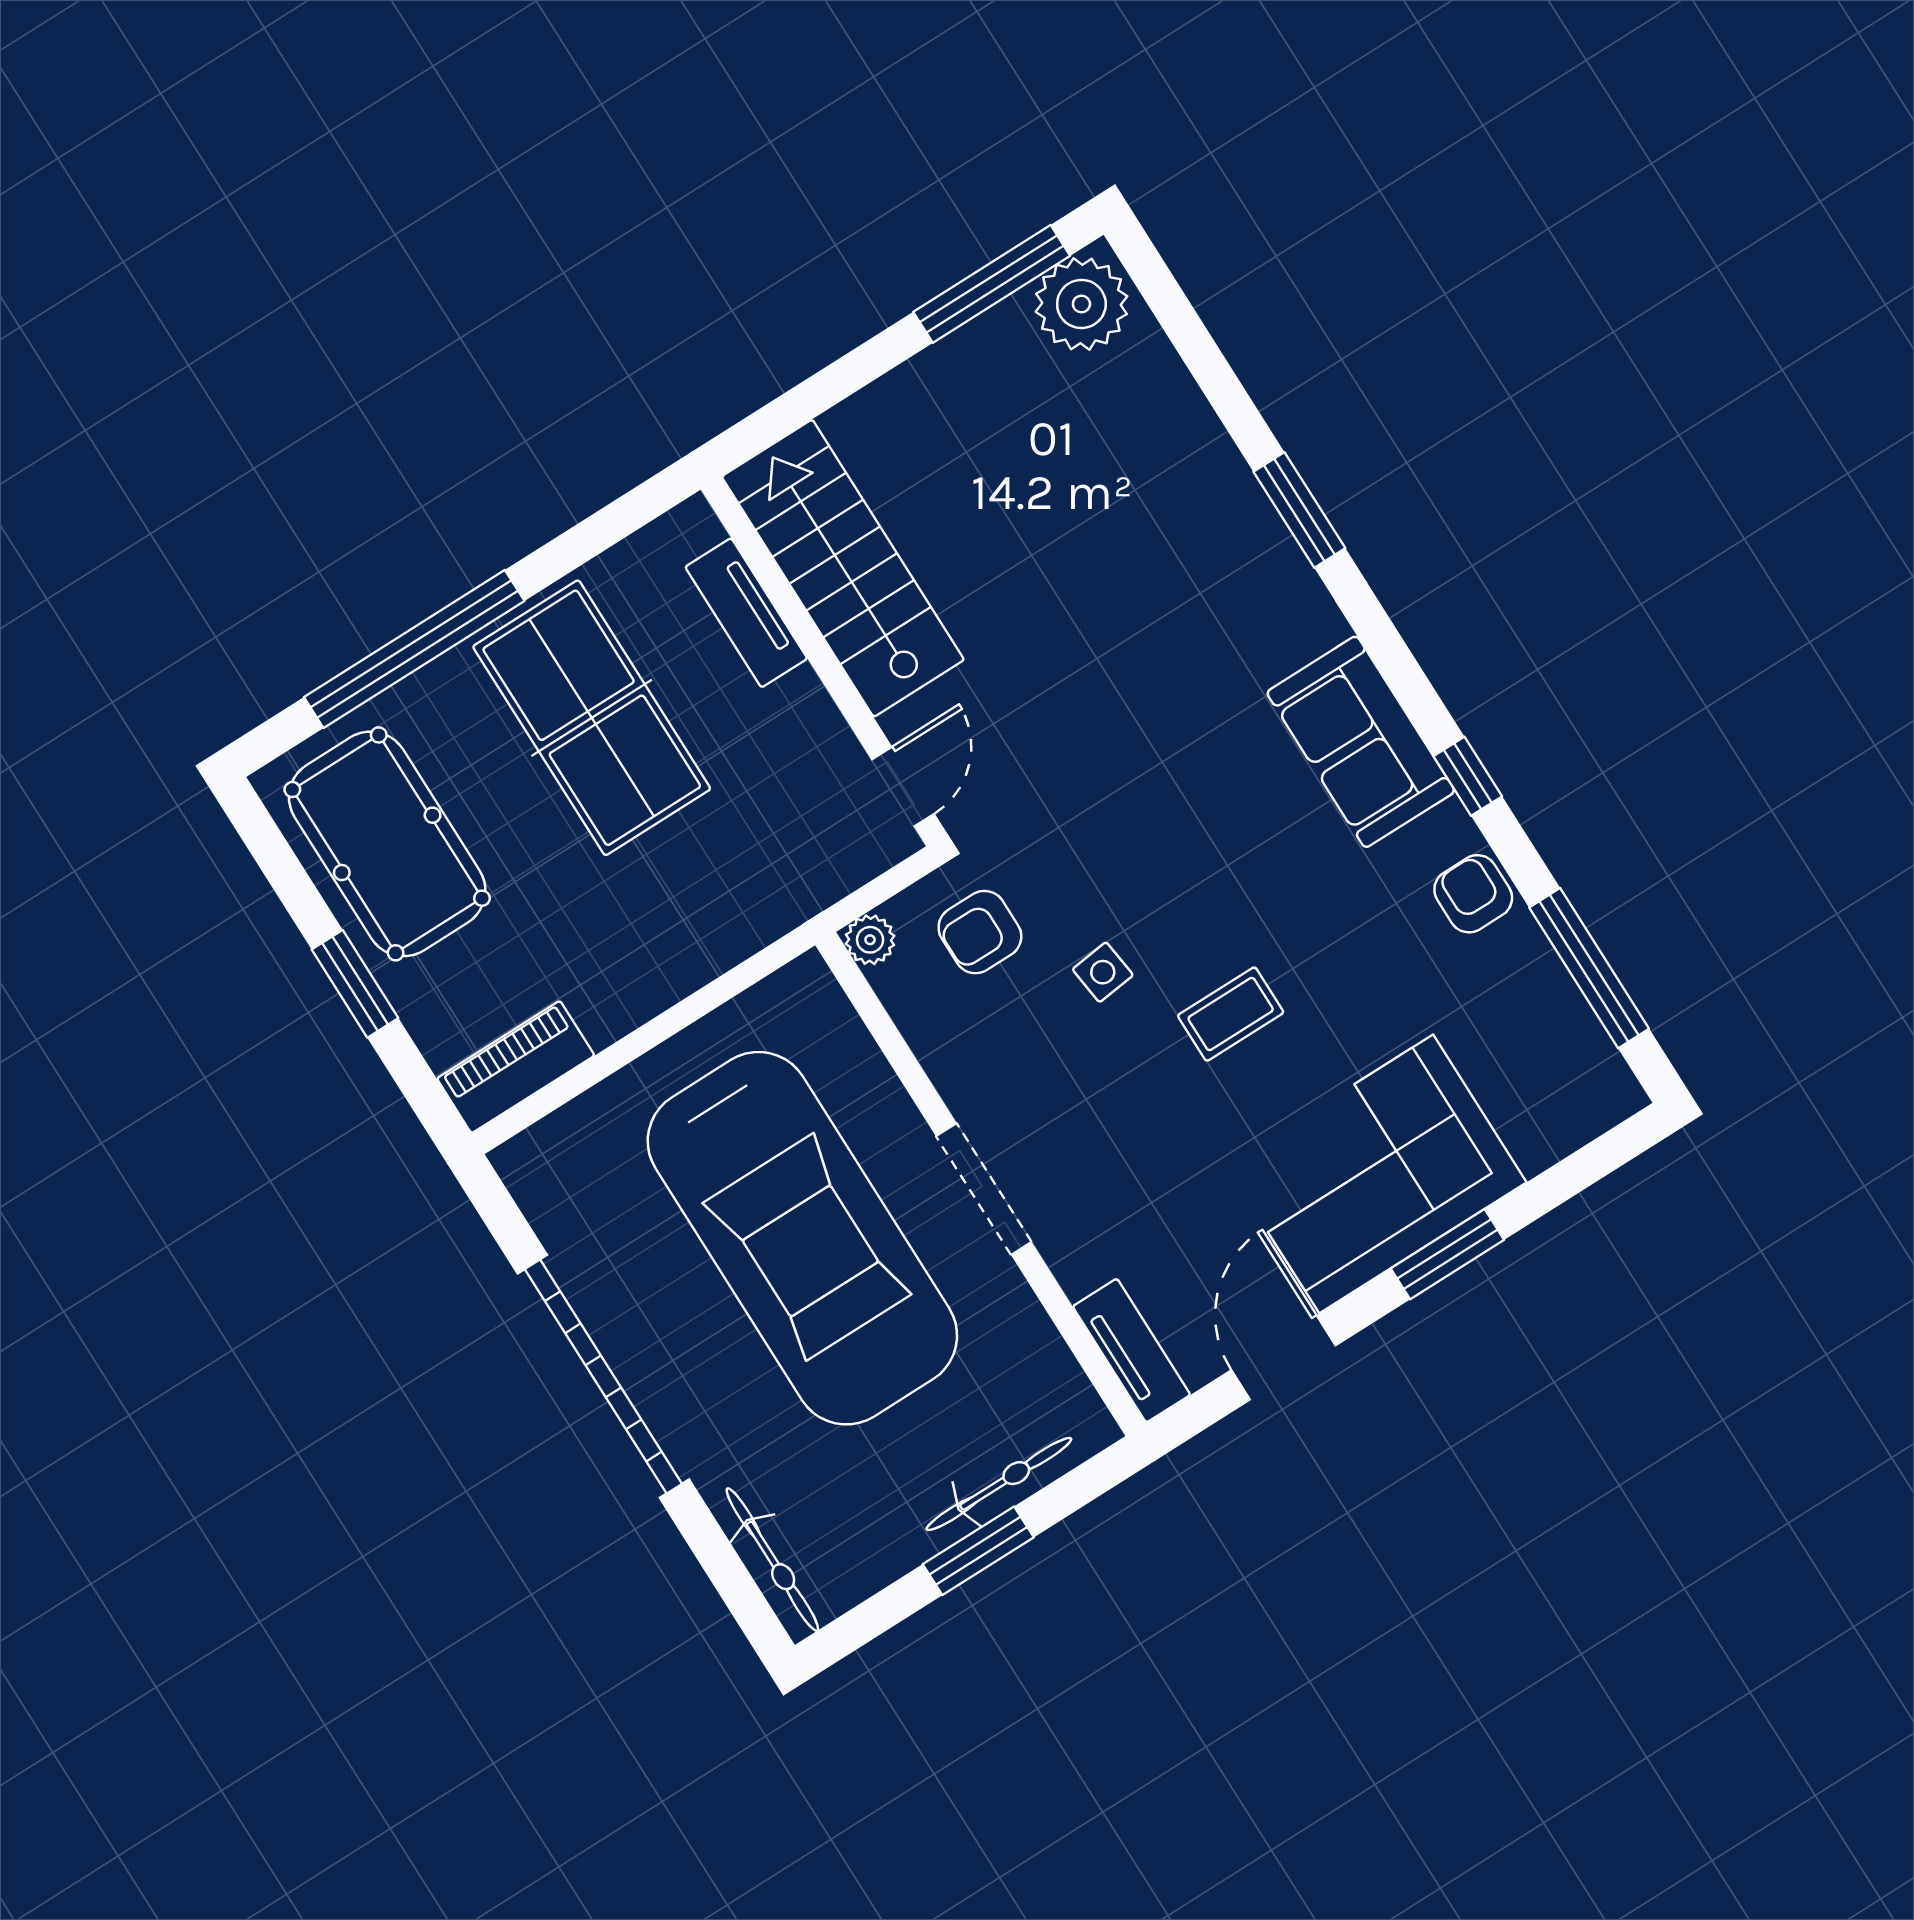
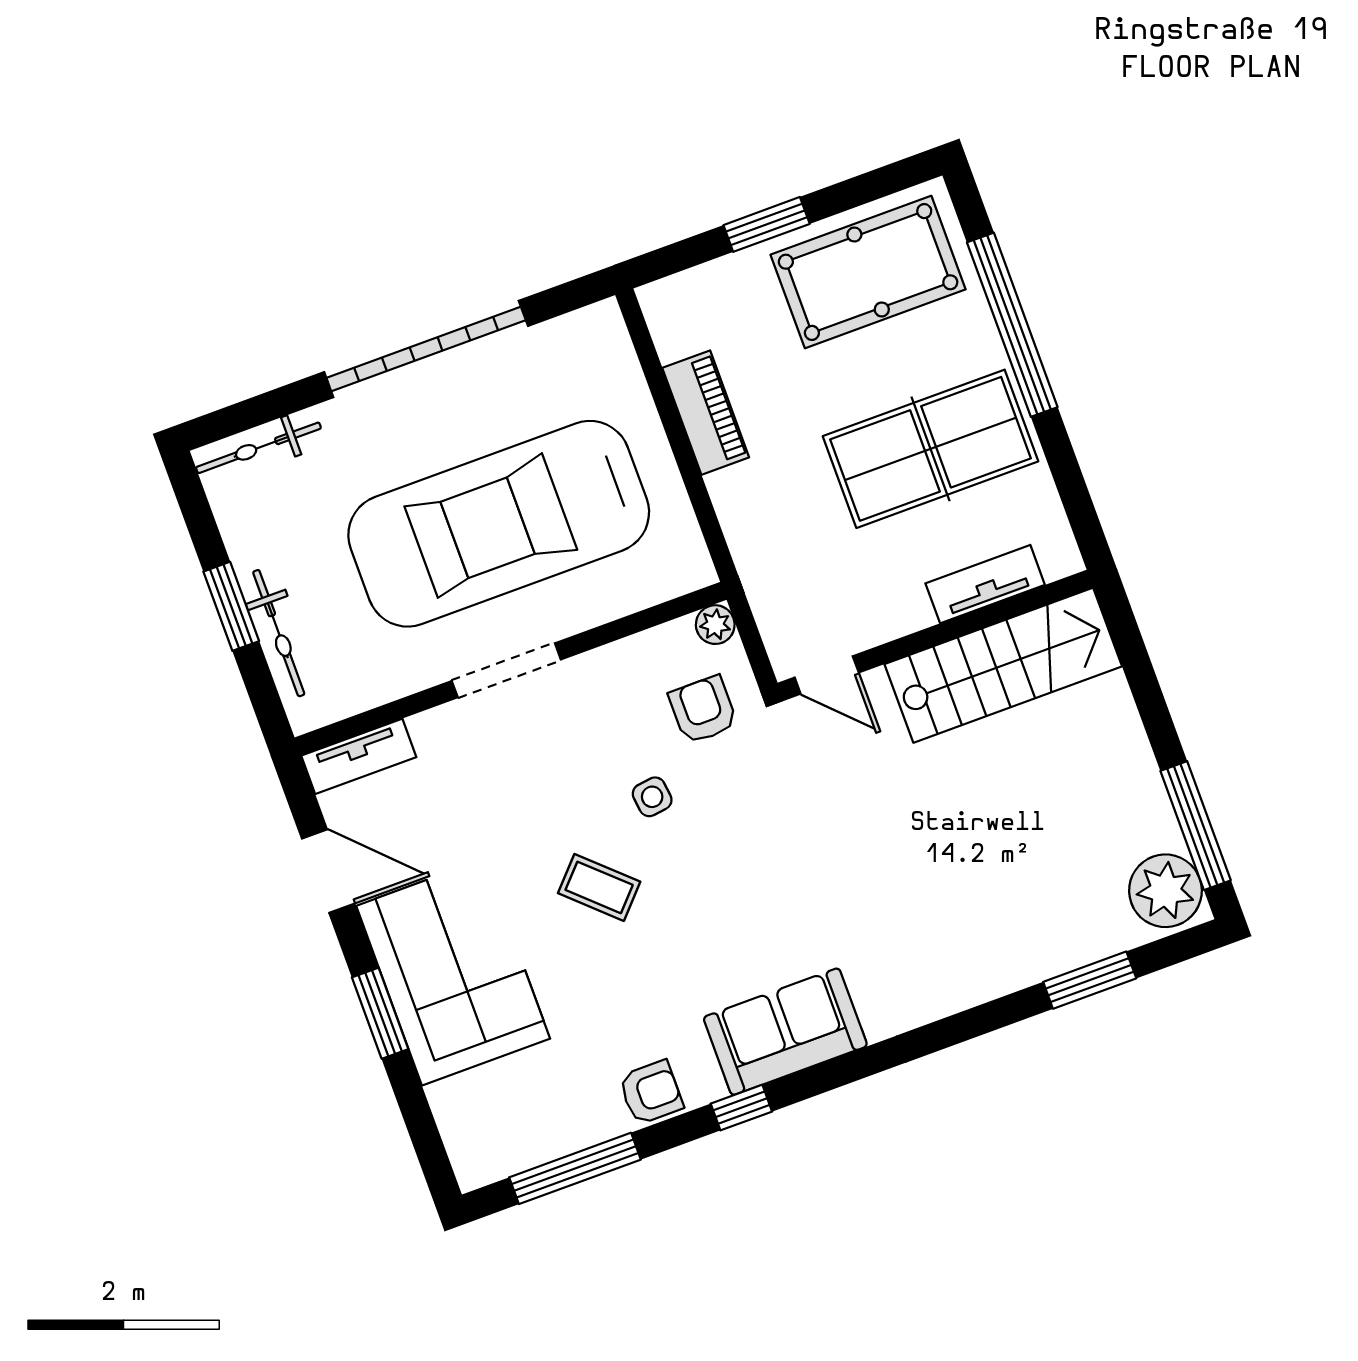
window: (1299, 510) -> (1090, 980), moved
coffee table: (1231, 1014) -> (599, 887), turned -47
piano: (516, 1067) -> (706, 413), moved

